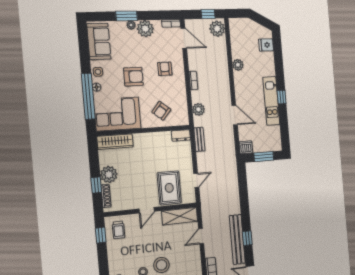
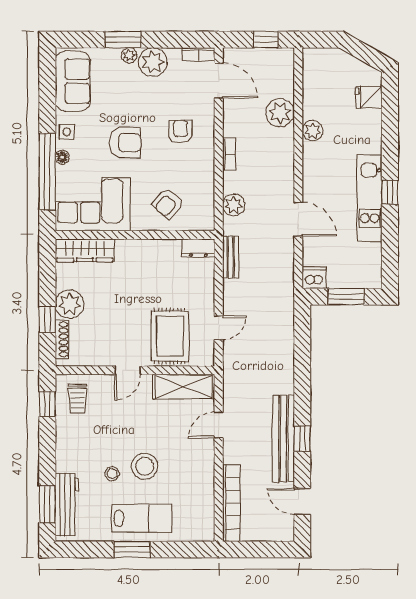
plant: (217, 29) -> (280, 113), moved

